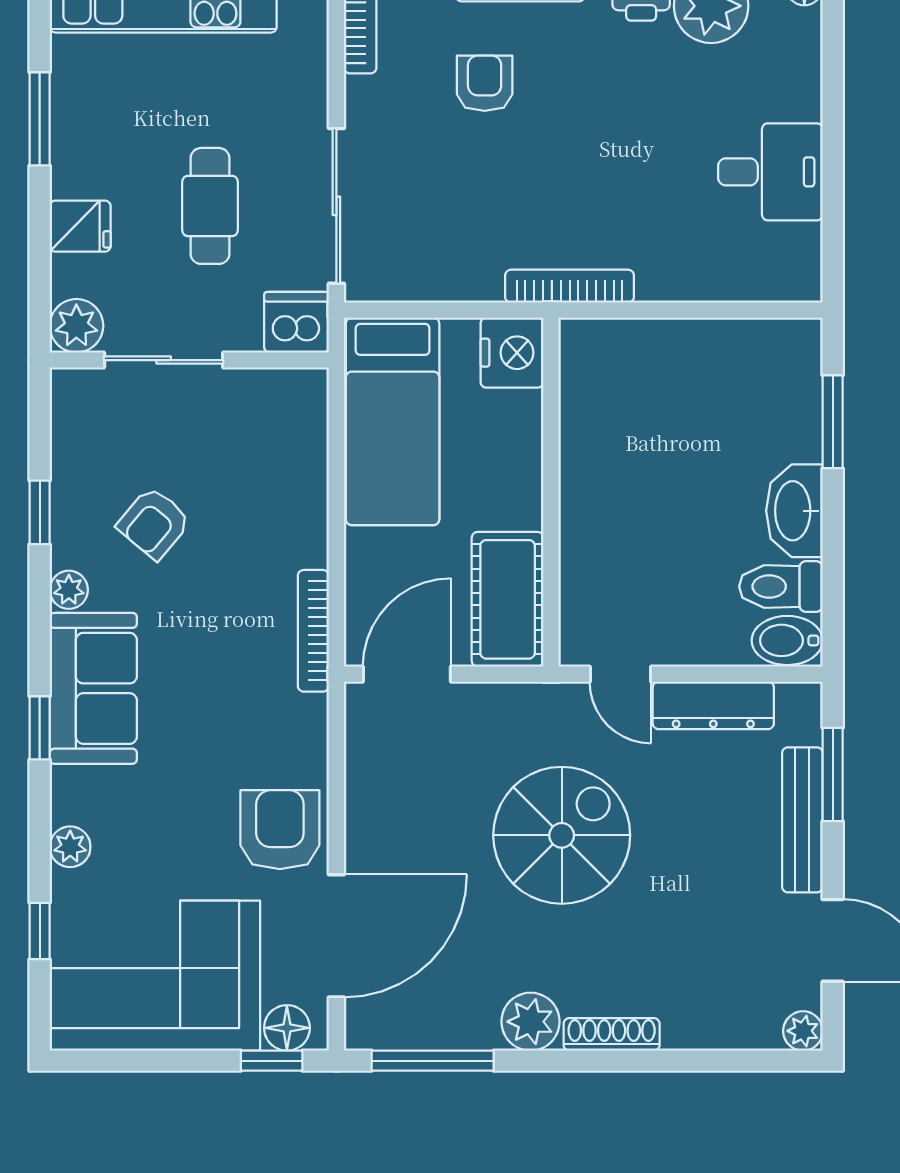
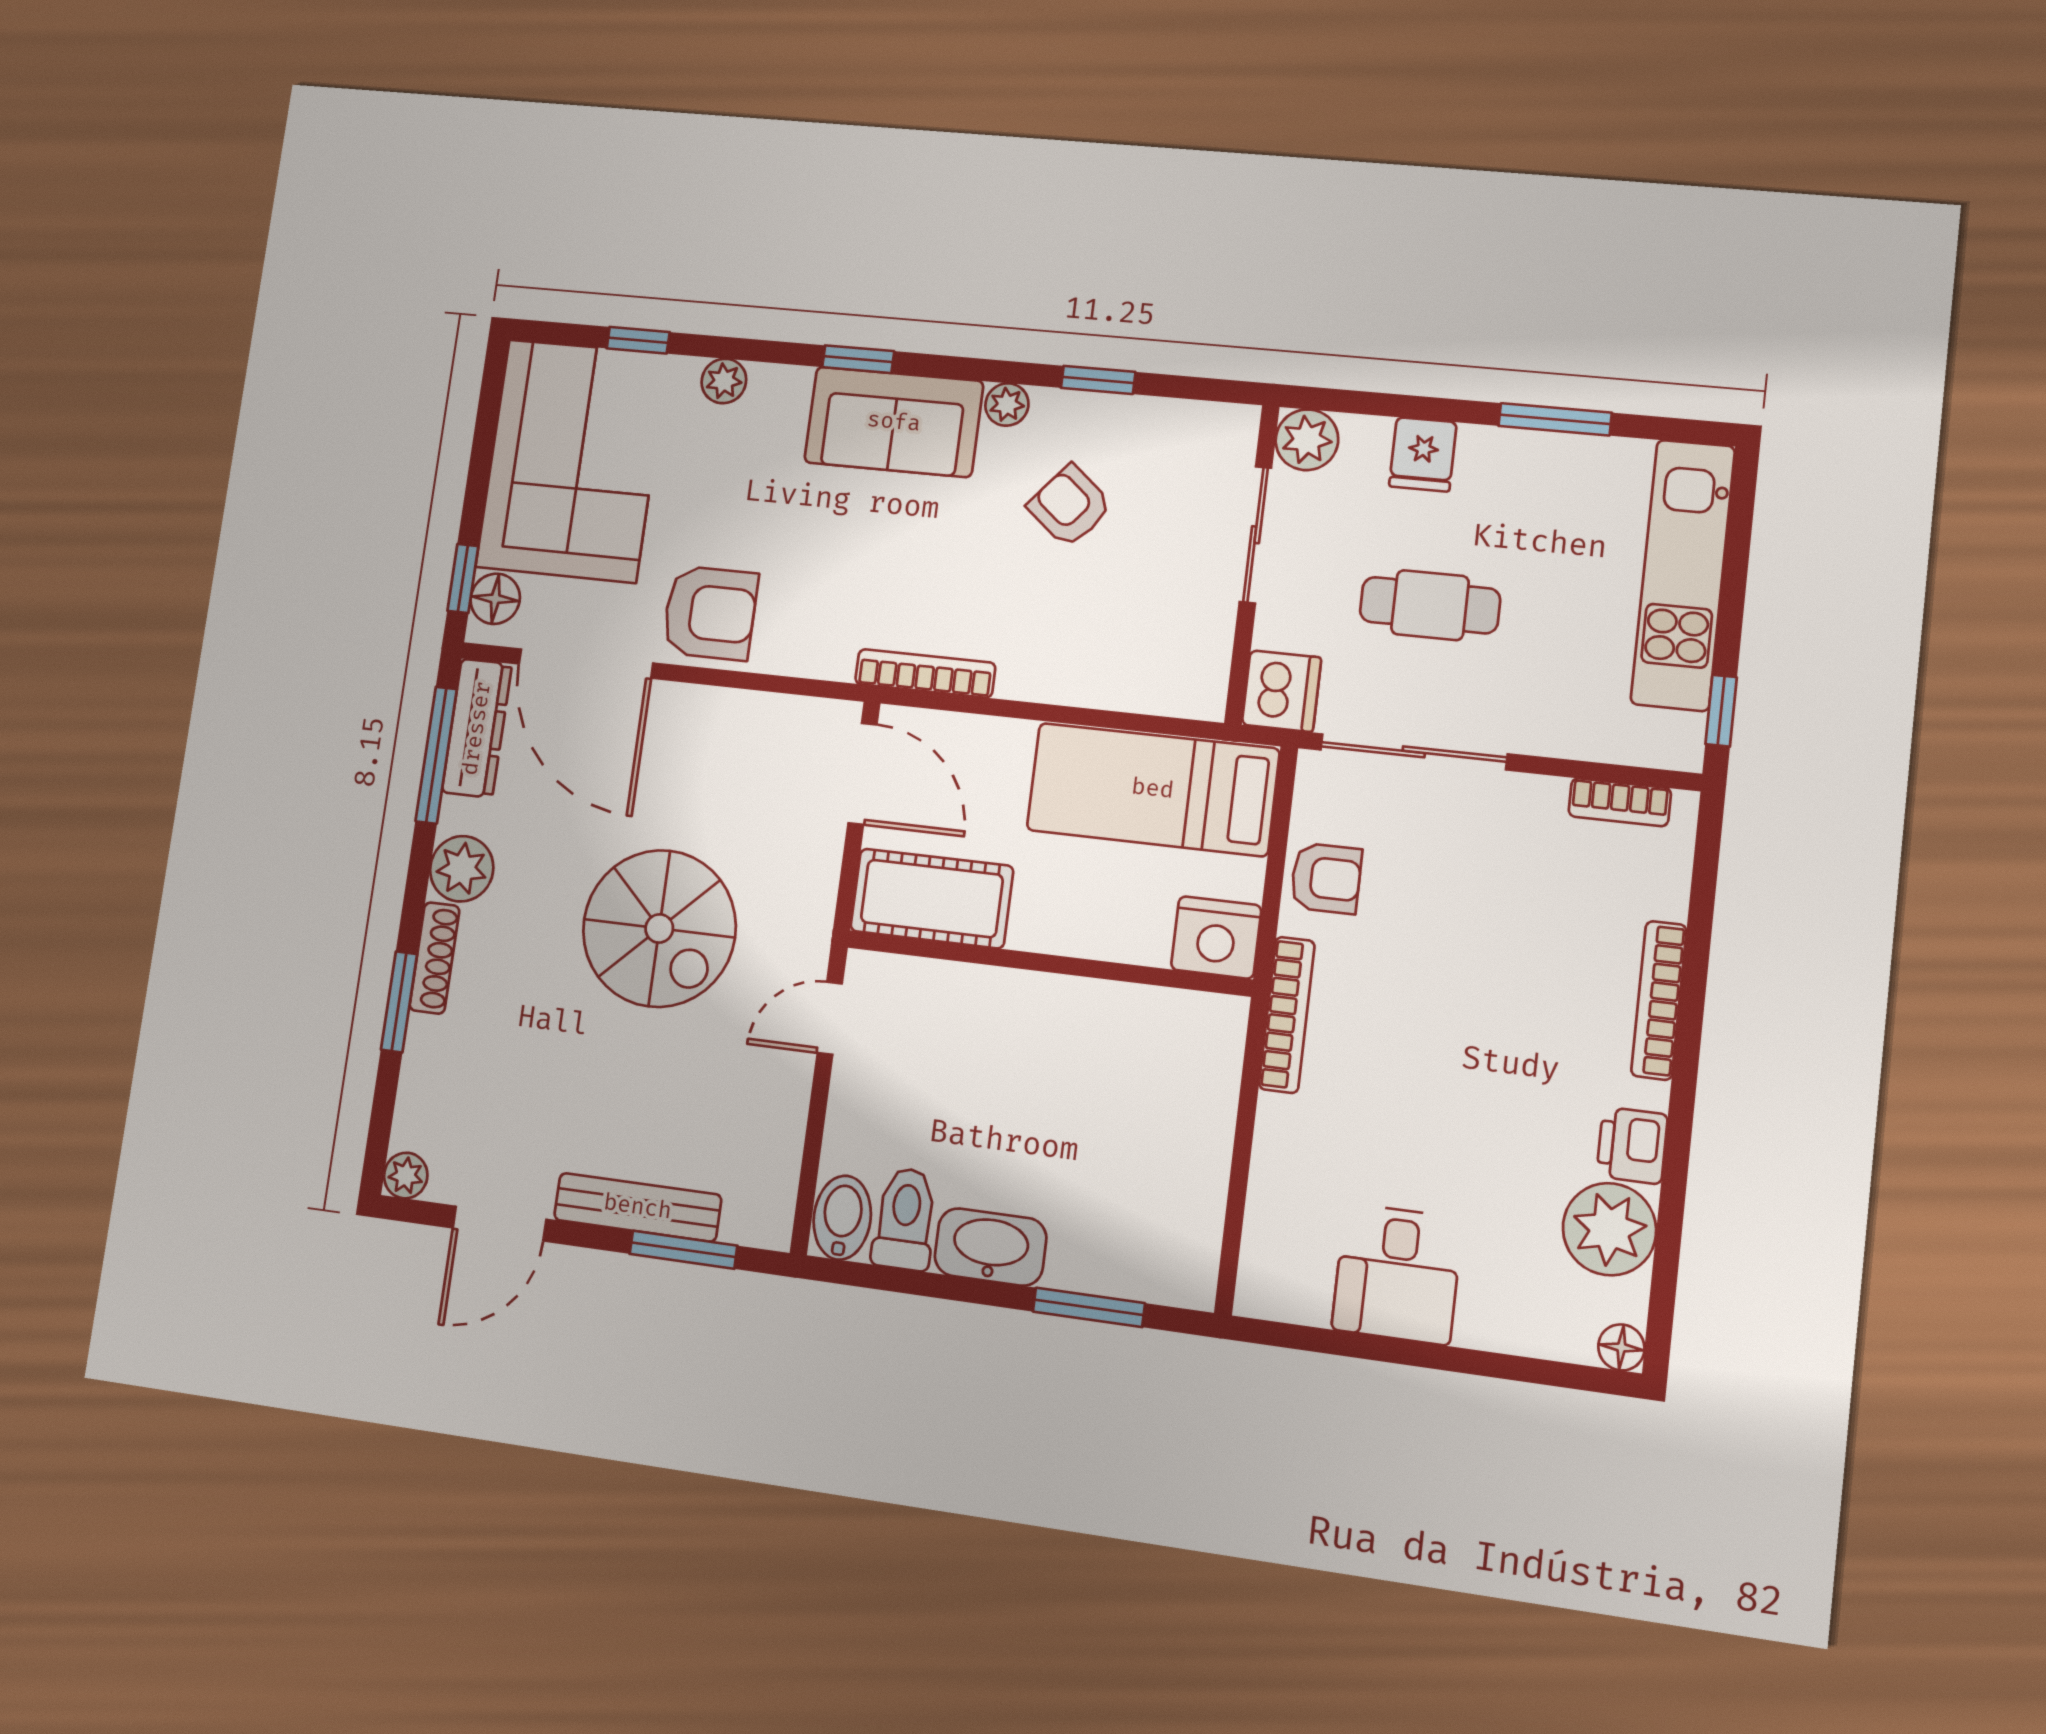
armchair: (485, 83) -> (1326, 878), moved
dresser: (713, 705) -> (477, 728), moved, turned 180
window: (654, 1061) -> (399, 1002), added

